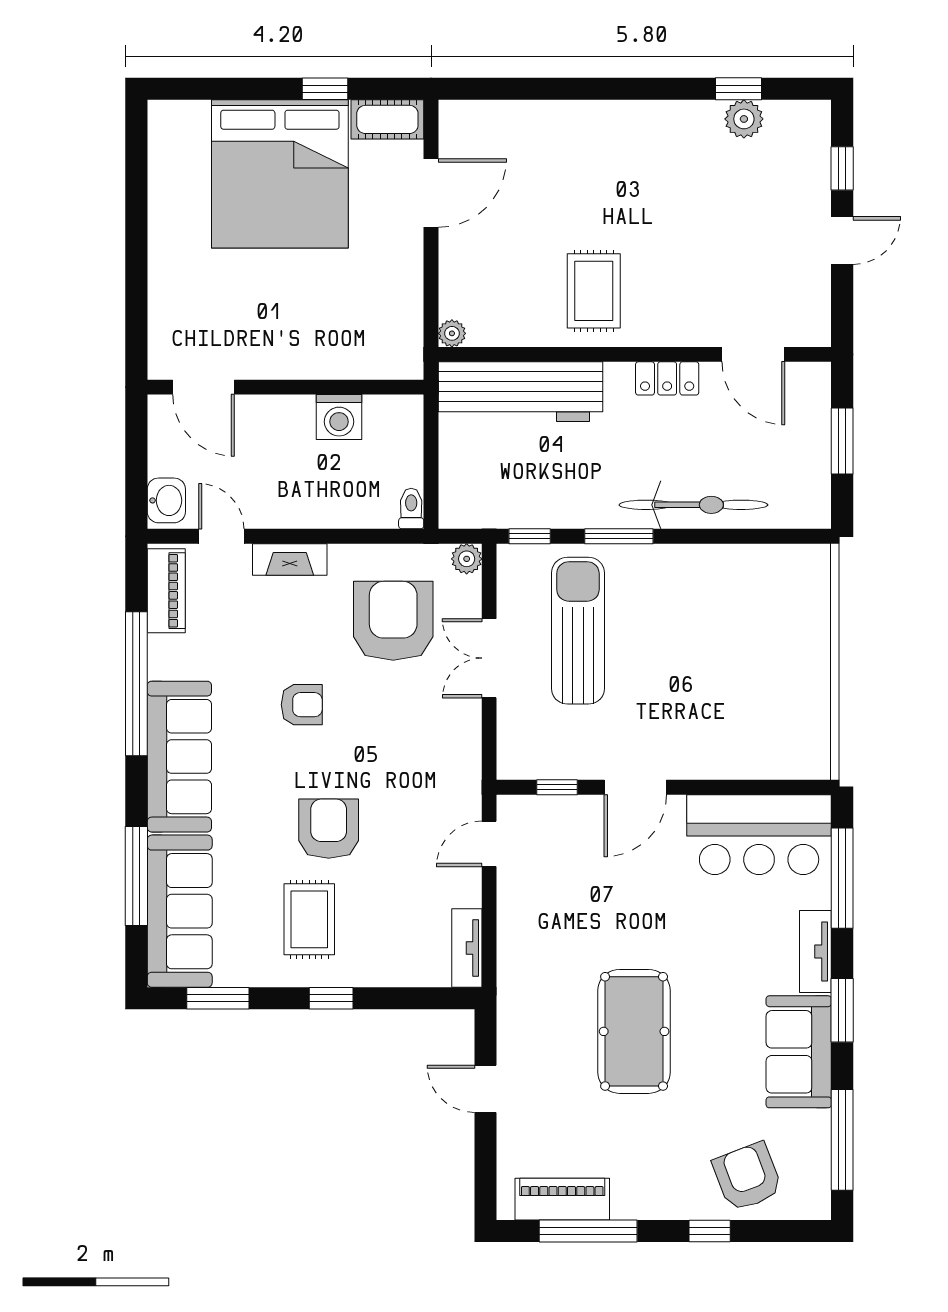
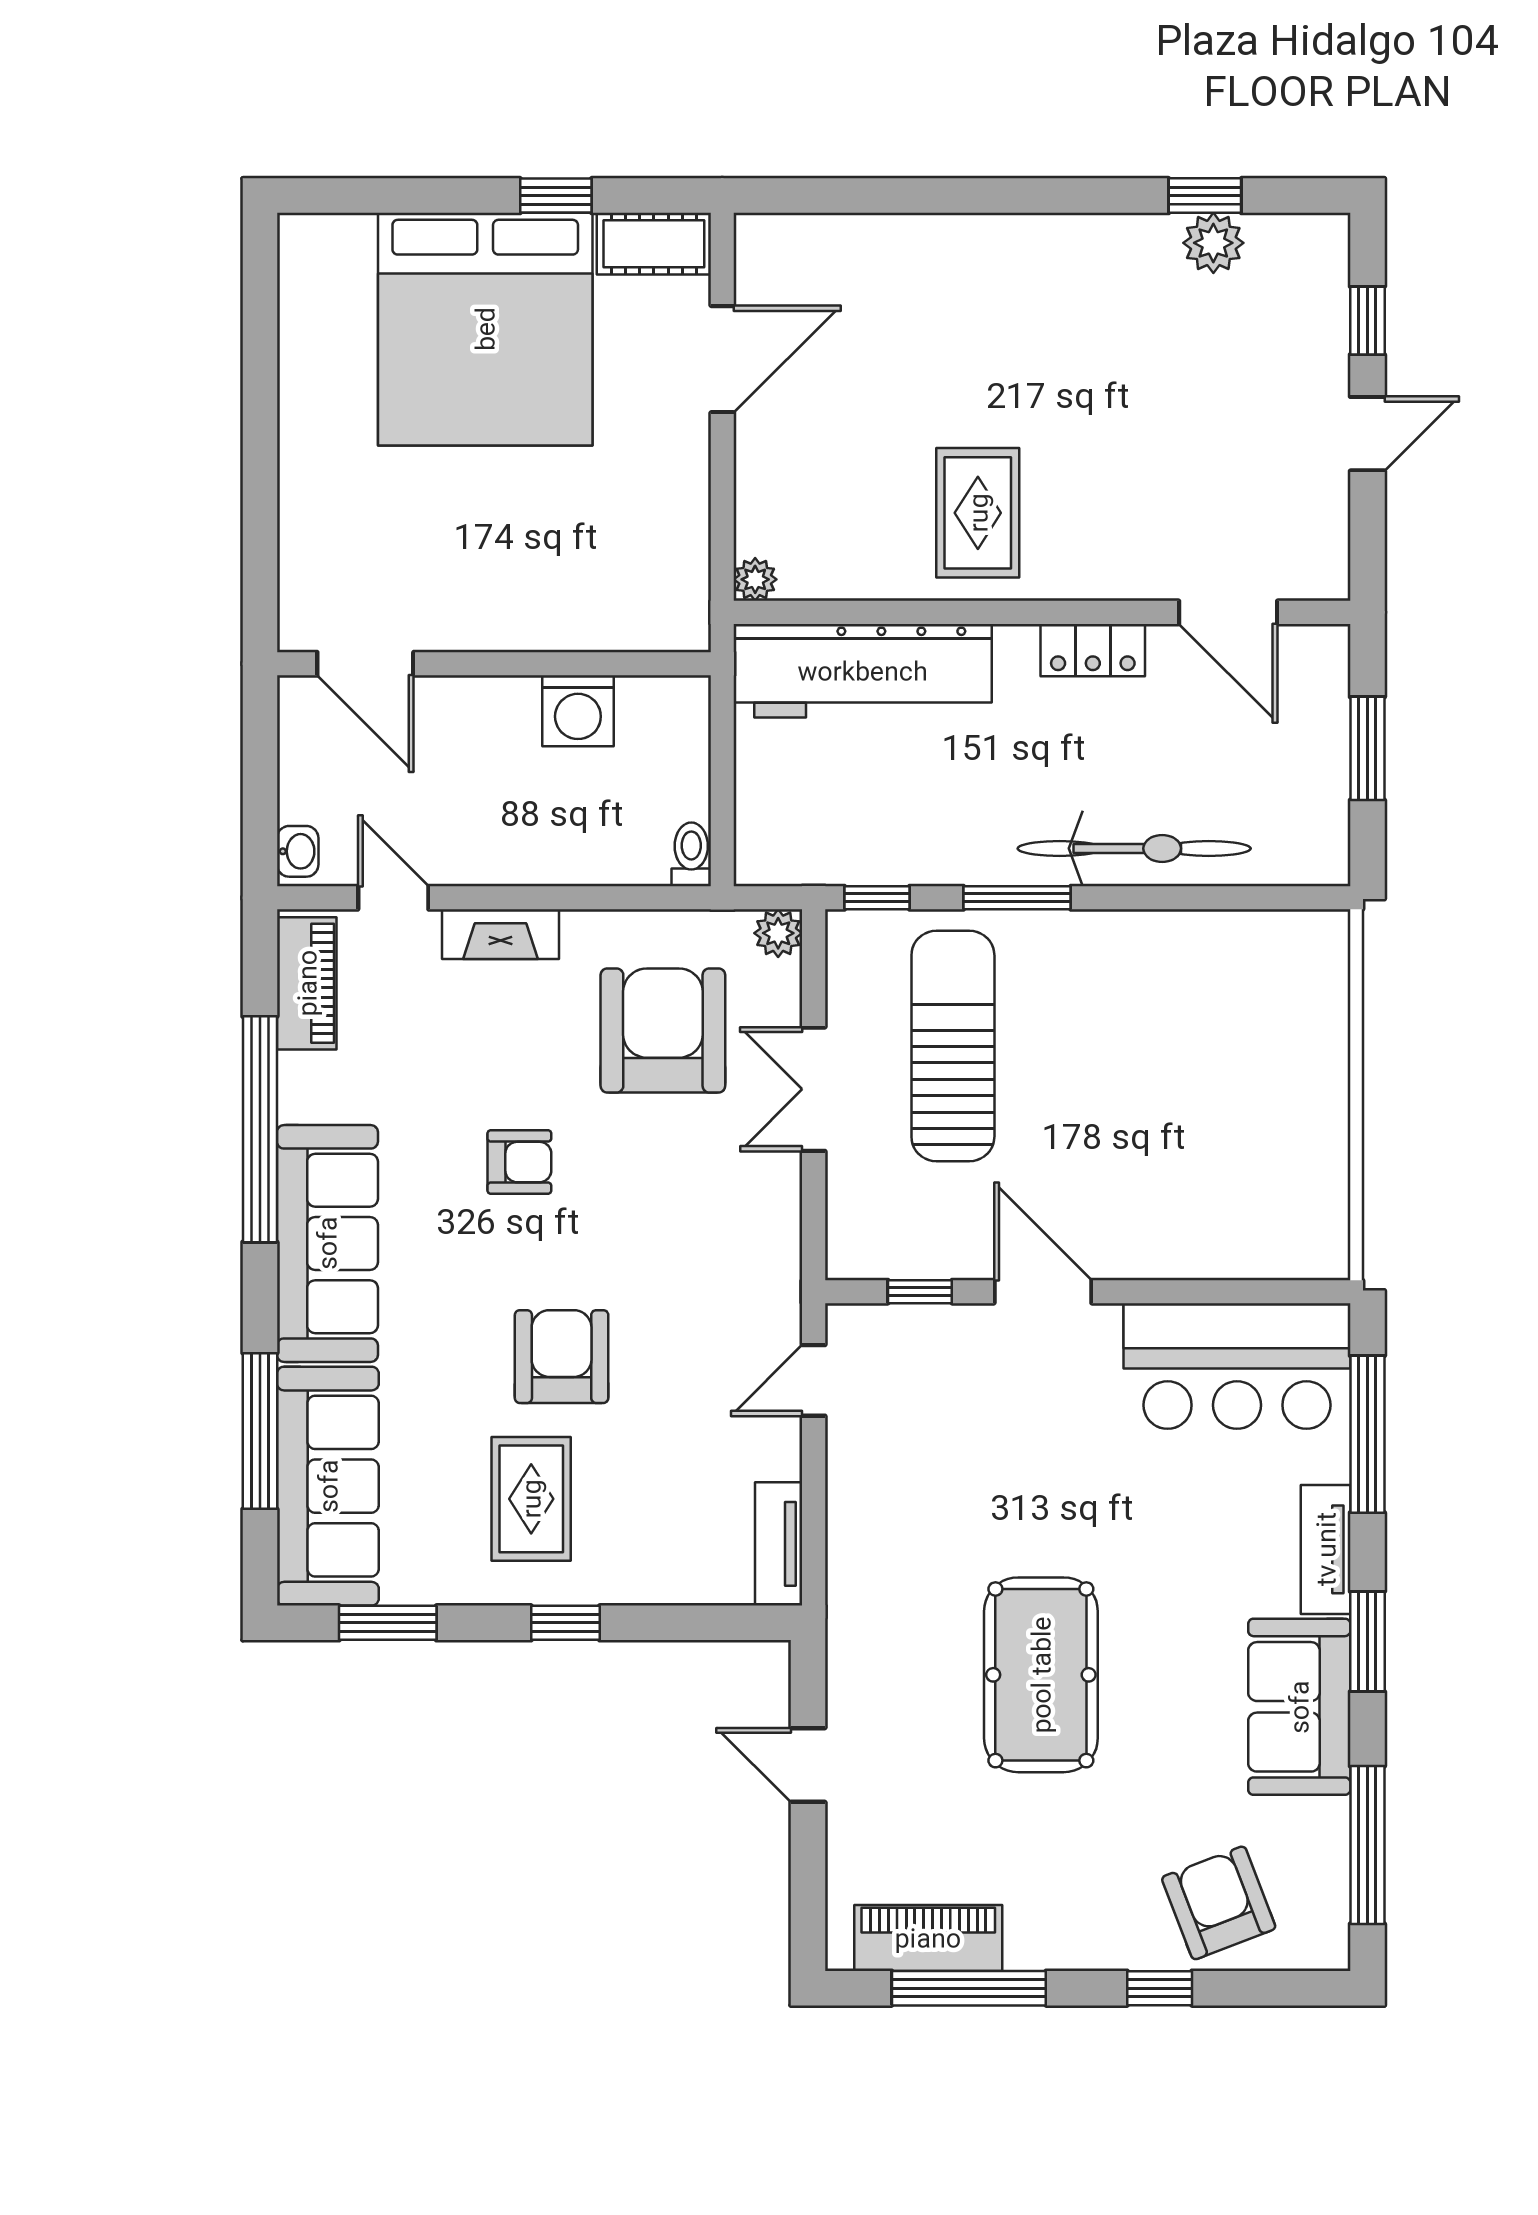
washbasin: (166, 500) -> (298, 851), width x0.72, depth x0.69
door: (635, 787) -> (1043, 1292), swing flipped

